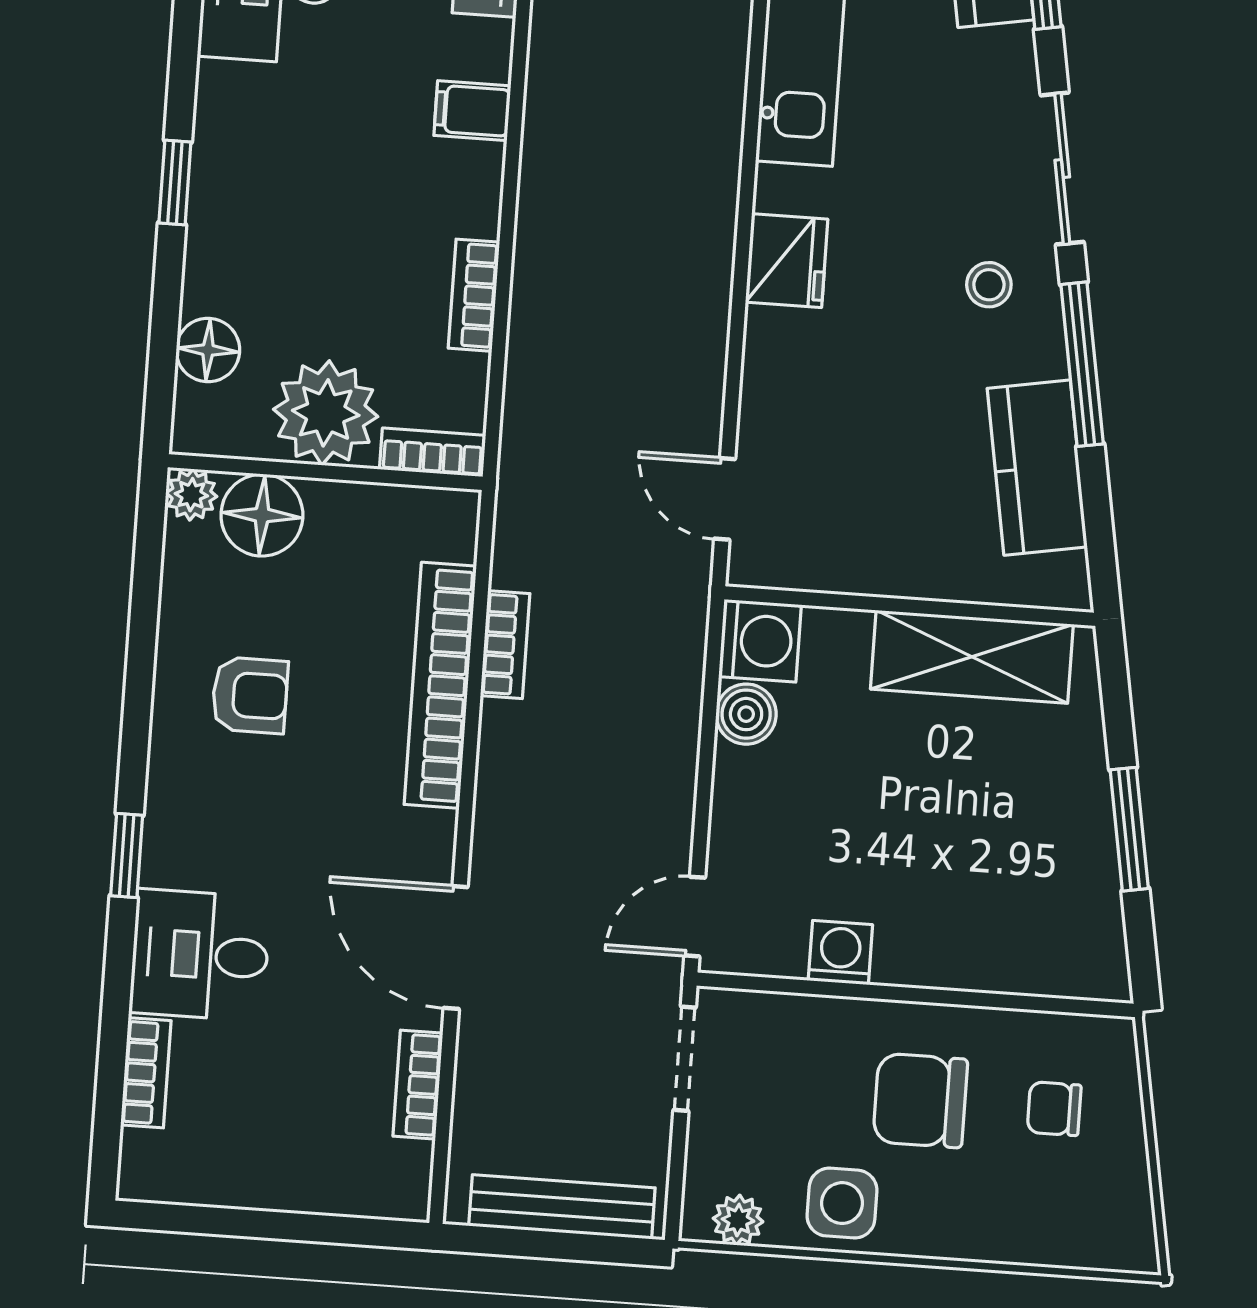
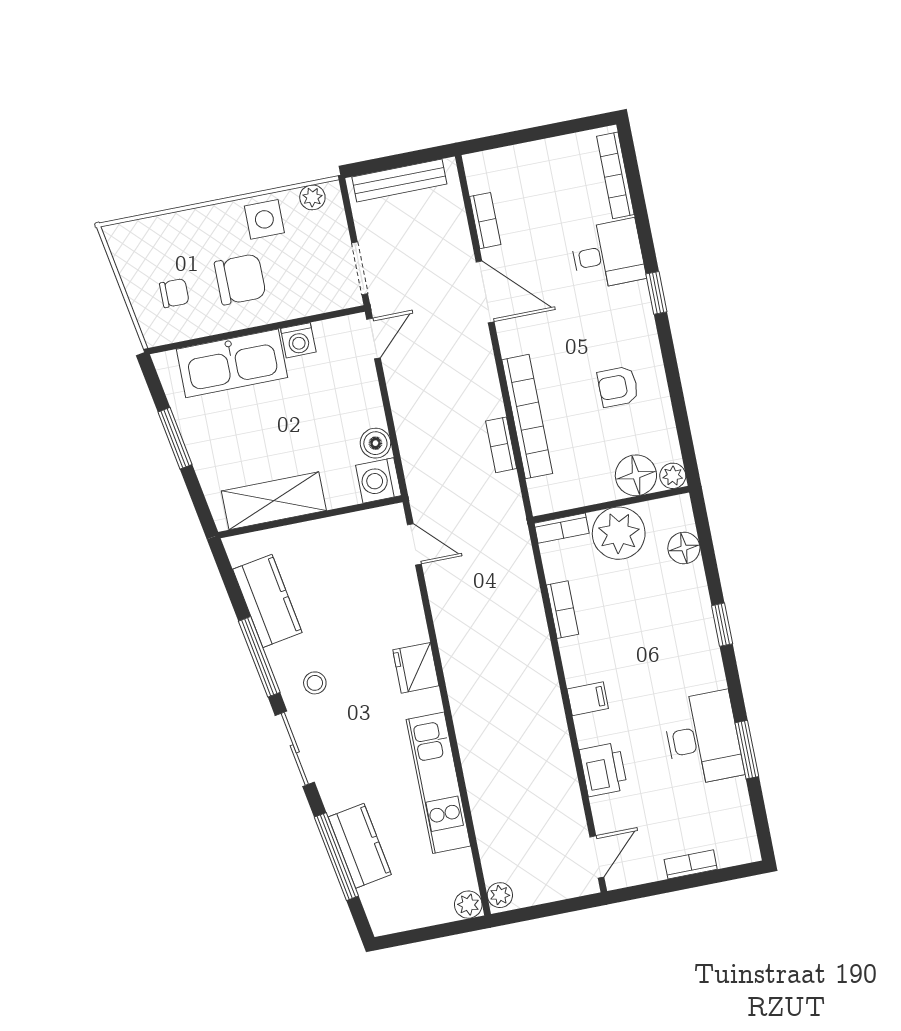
kitchen sink: (980, 943) -> (232, 363), added
bookcase: (146, 1073) -> (615, 175), width x1.56

